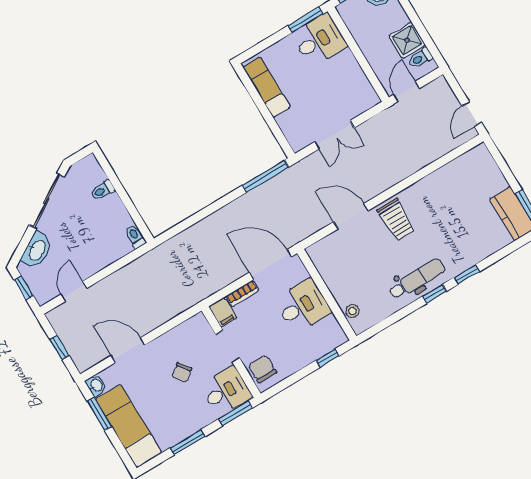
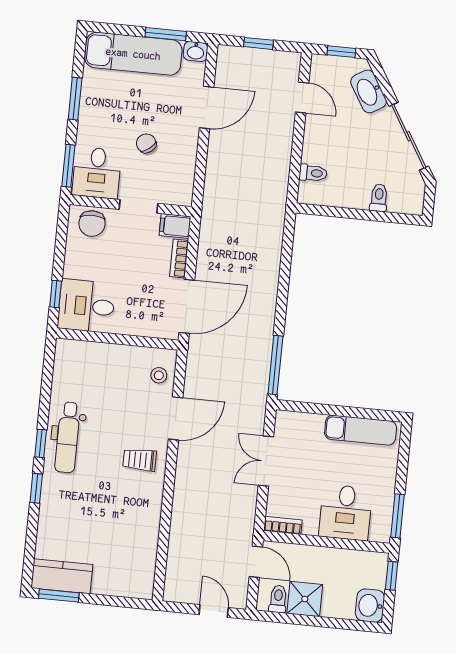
desk: (319, 40) -> (346, 512), moved
bookcase: (369, 92) -> (283, 525), added
door: (472, 114) -> (214, 611), moved
trolley: (396, 220) -> (140, 460), width x0.73, depth x0.72
toilet: (135, 237) -> (313, 173), moved
desk: (303, 306) -> (86, 306), moved, turned 90
stool: (352, 311) -> (159, 375), moved
chair: (262, 369) -> (92, 224), turned 90

